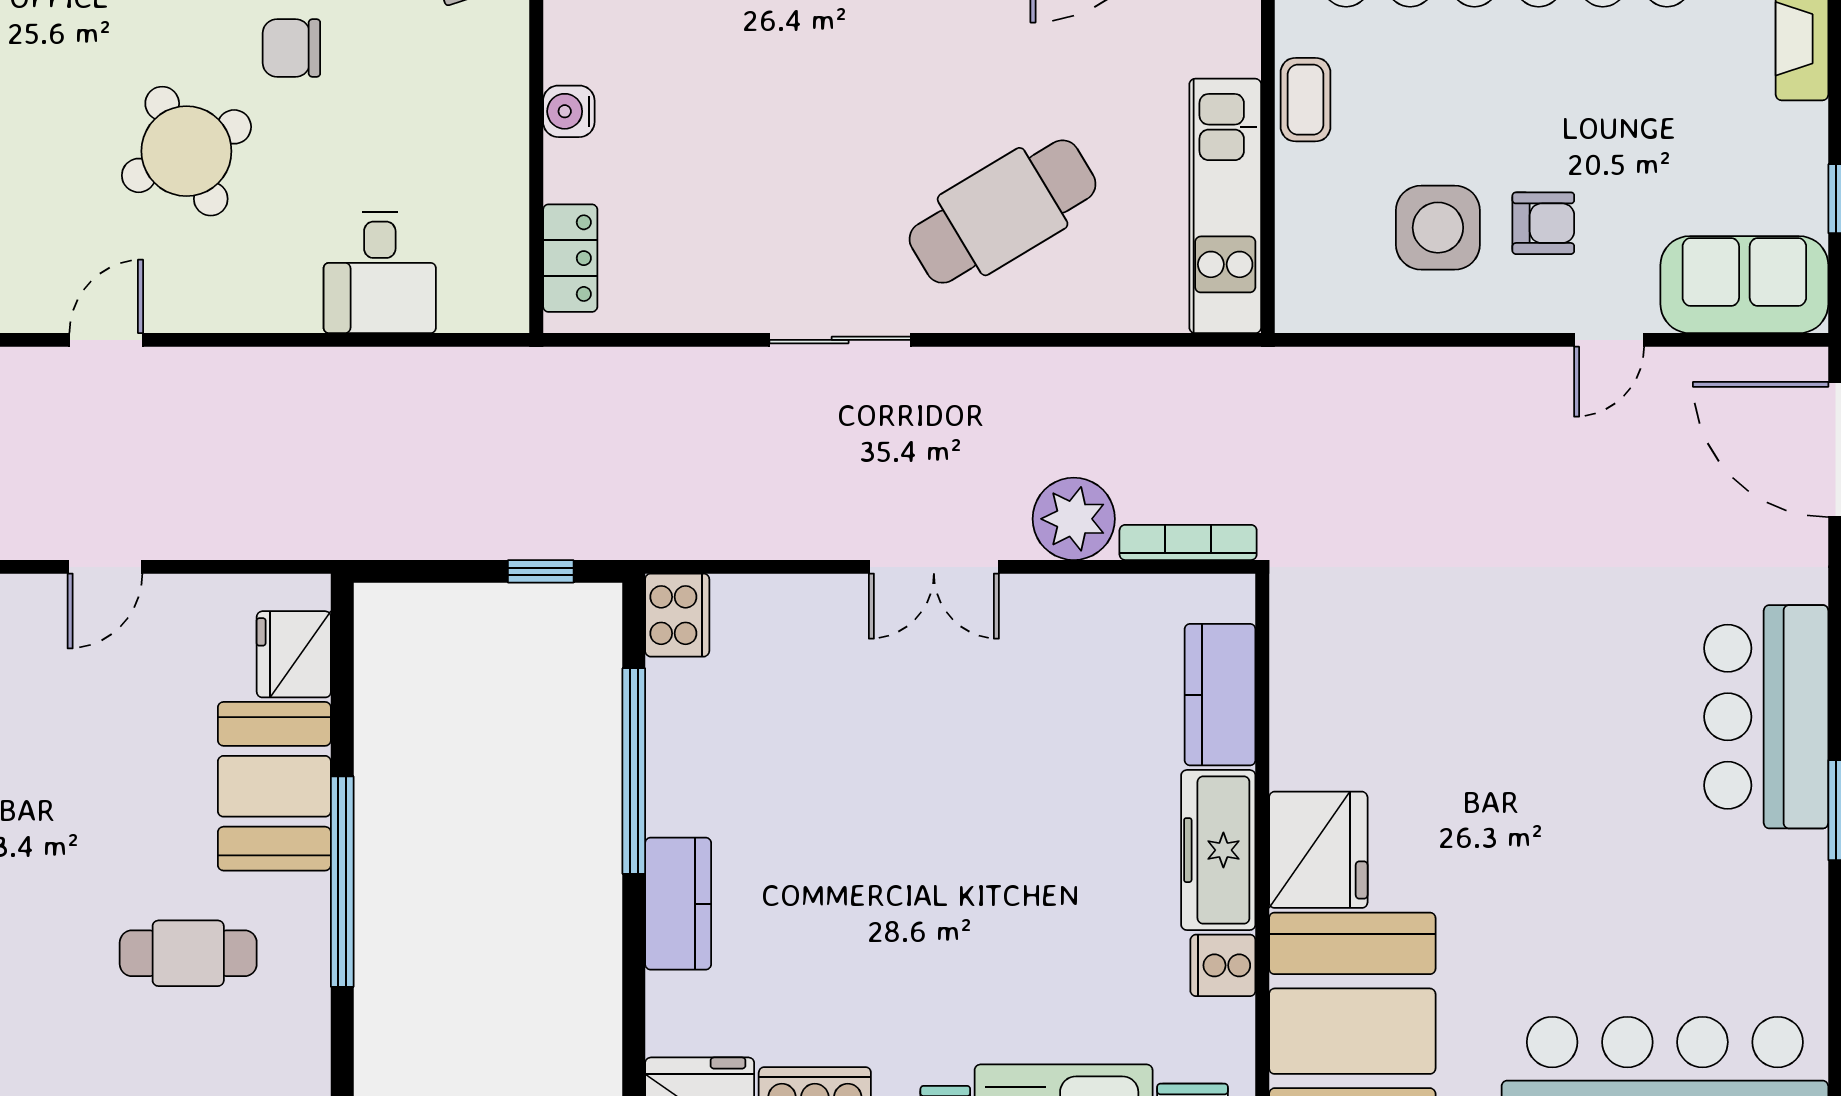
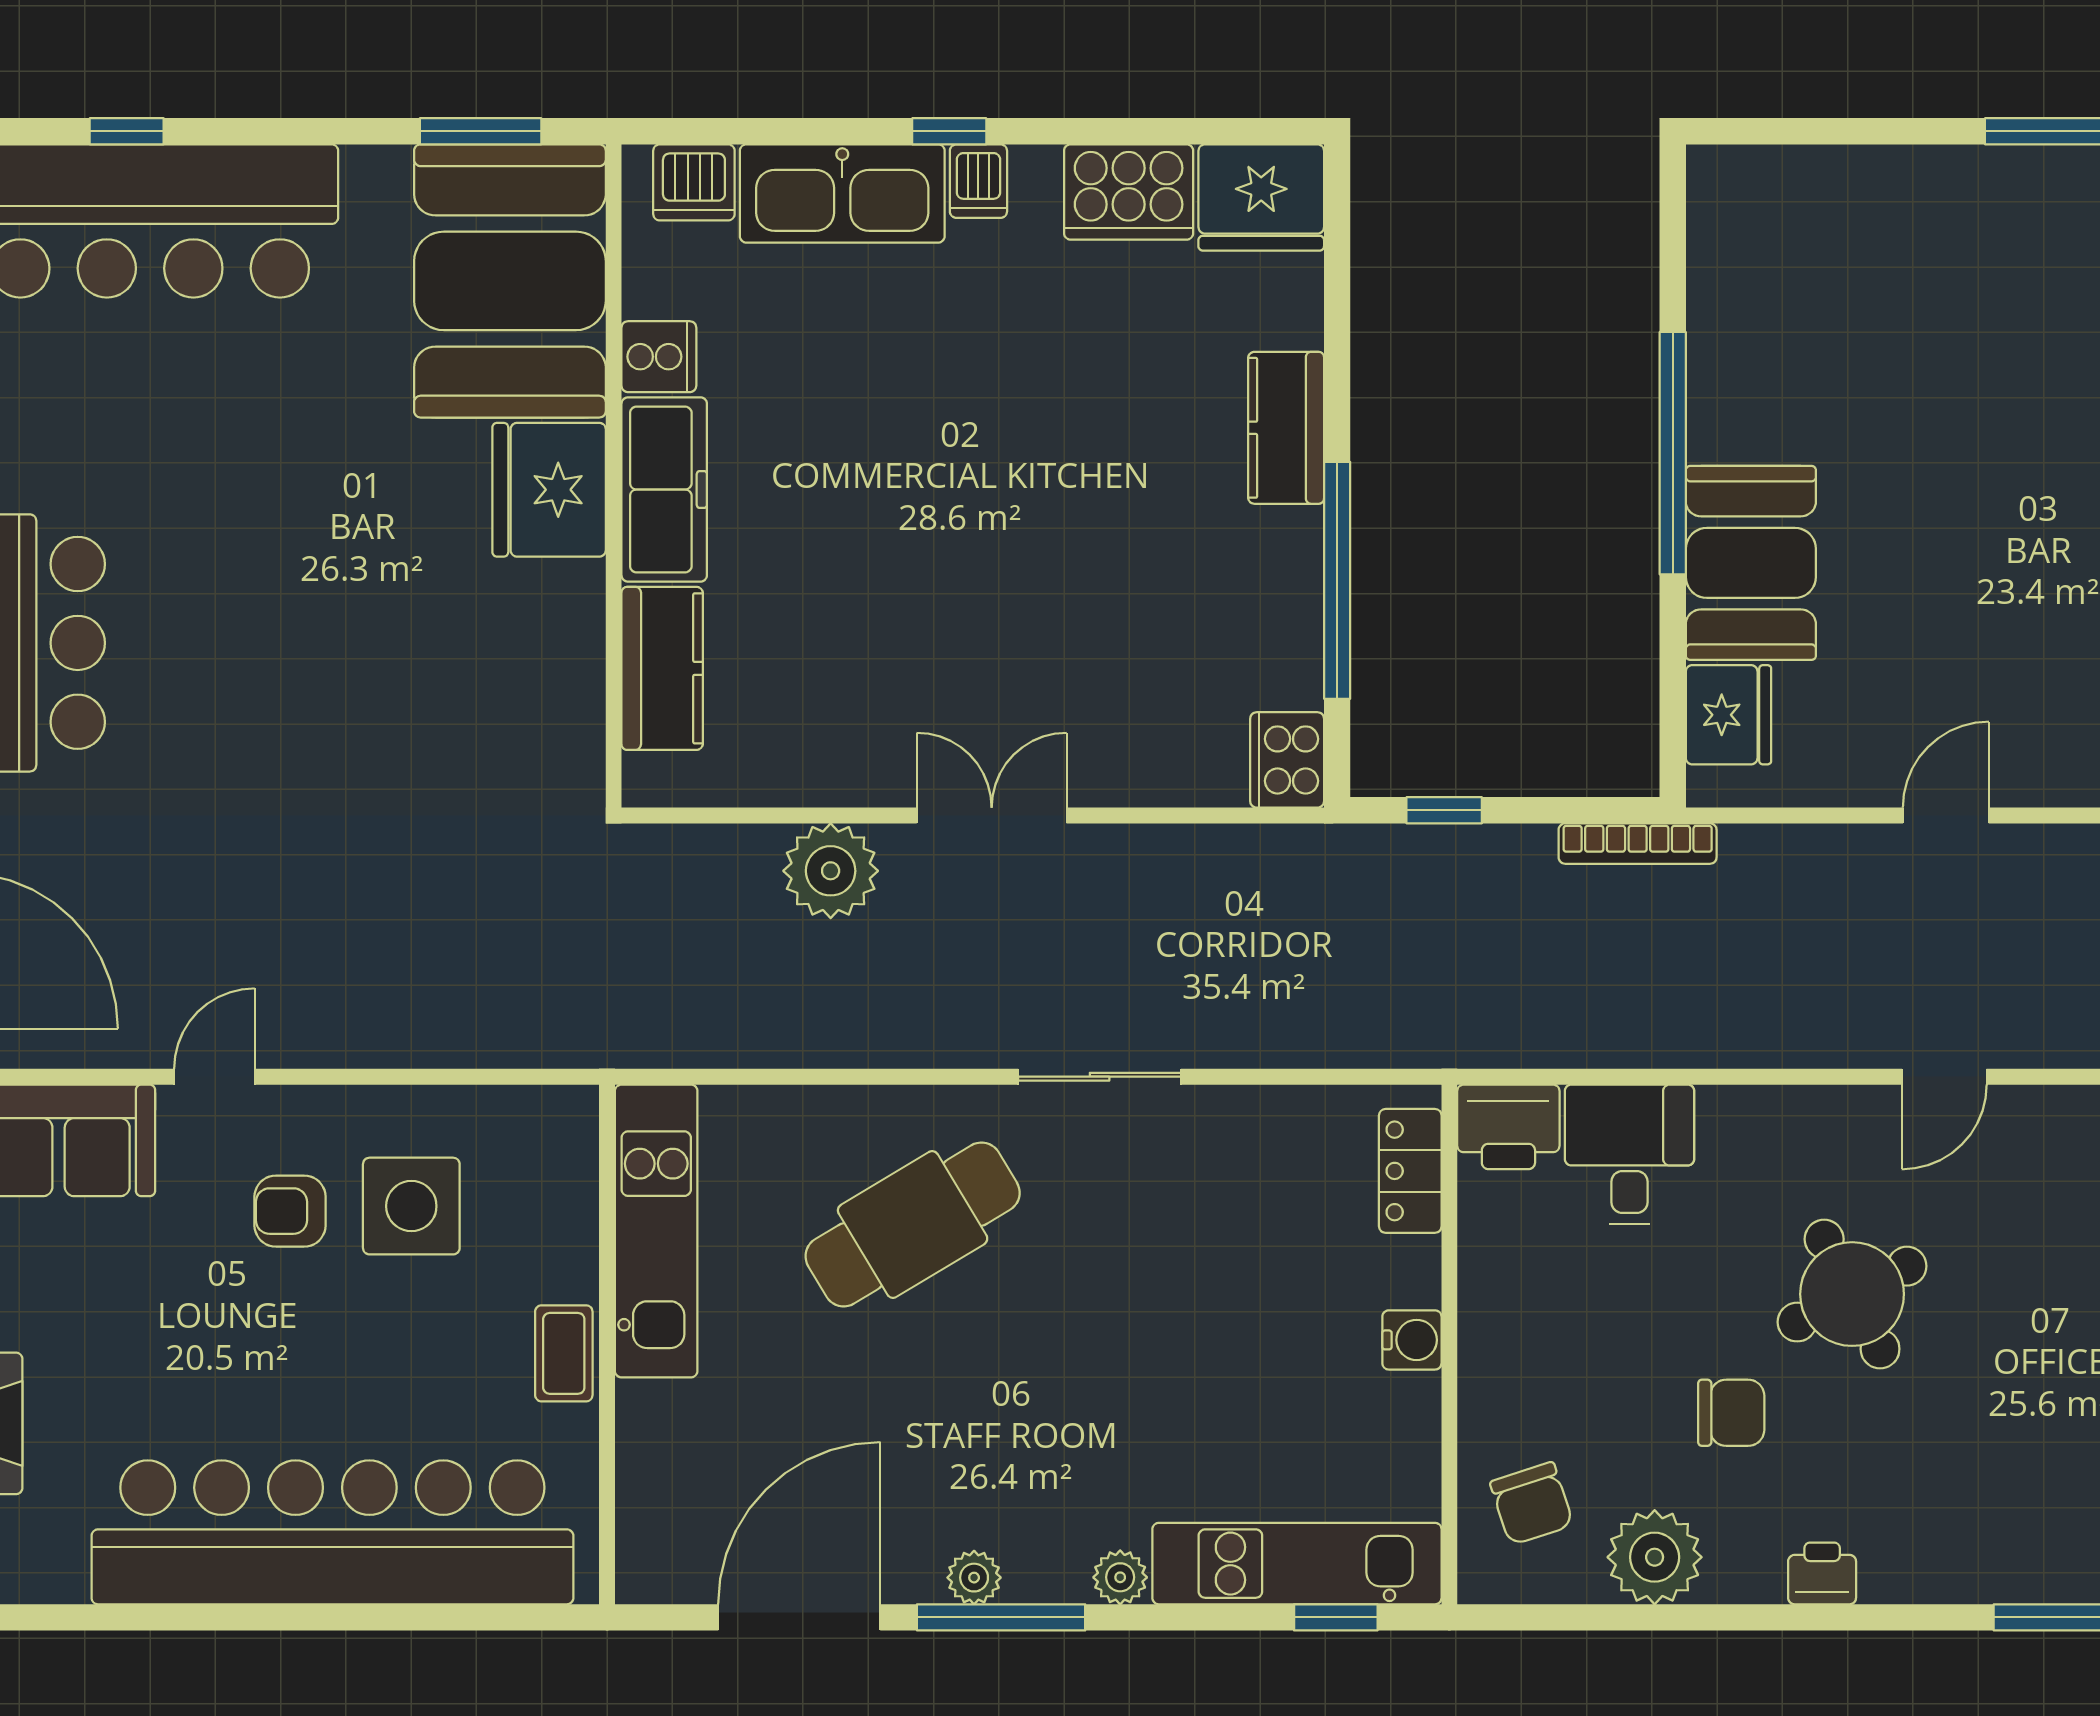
printer: (485, 296) -> (1508, 1127), added
bookcase: (1188, 542) -> (1638, 844), moved
cafe table: (188, 953) -> (1850, 371), removed

